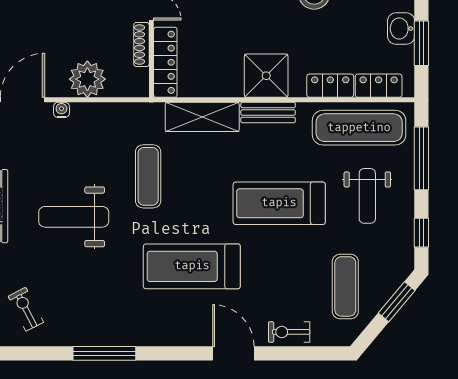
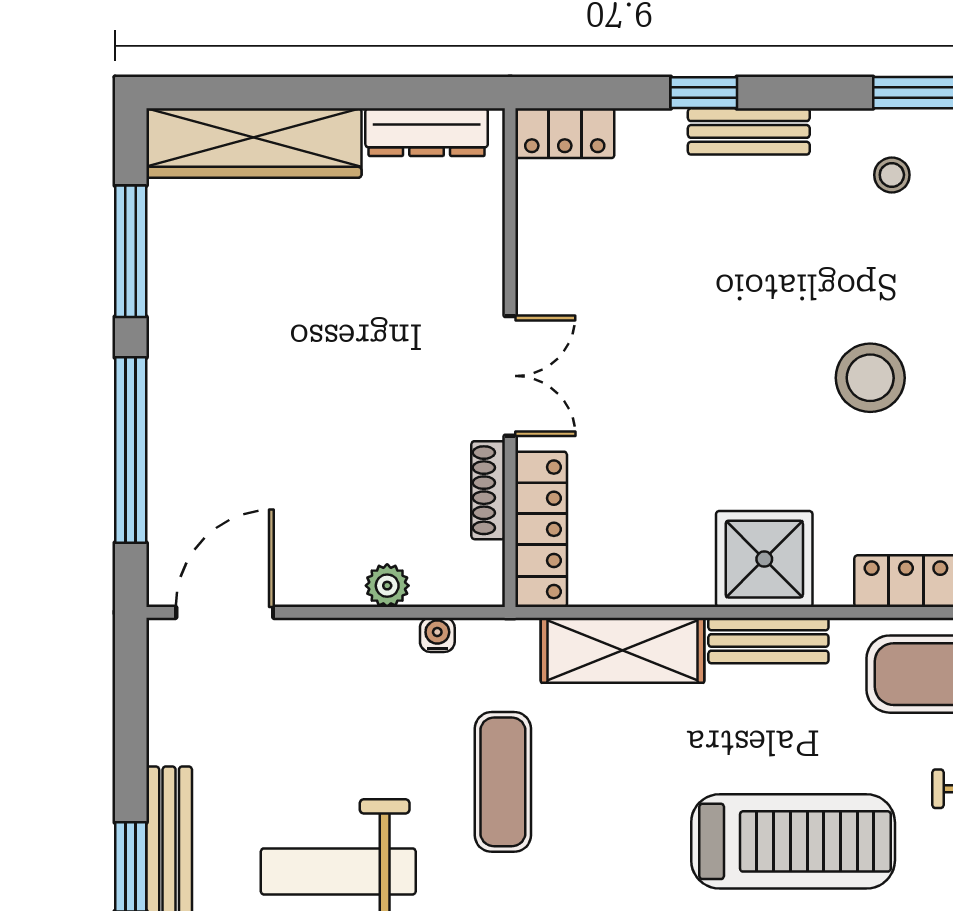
plant: (87, 79) -> (387, 586), width x0.53, depth x0.53
water cooler: (61, 110) -> (437, 635), moved
treadmill: (279, 203) -> (793, 841), turned 180

